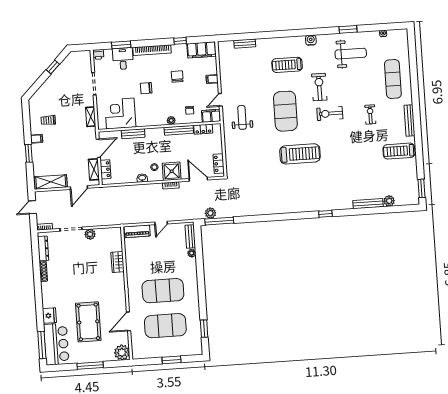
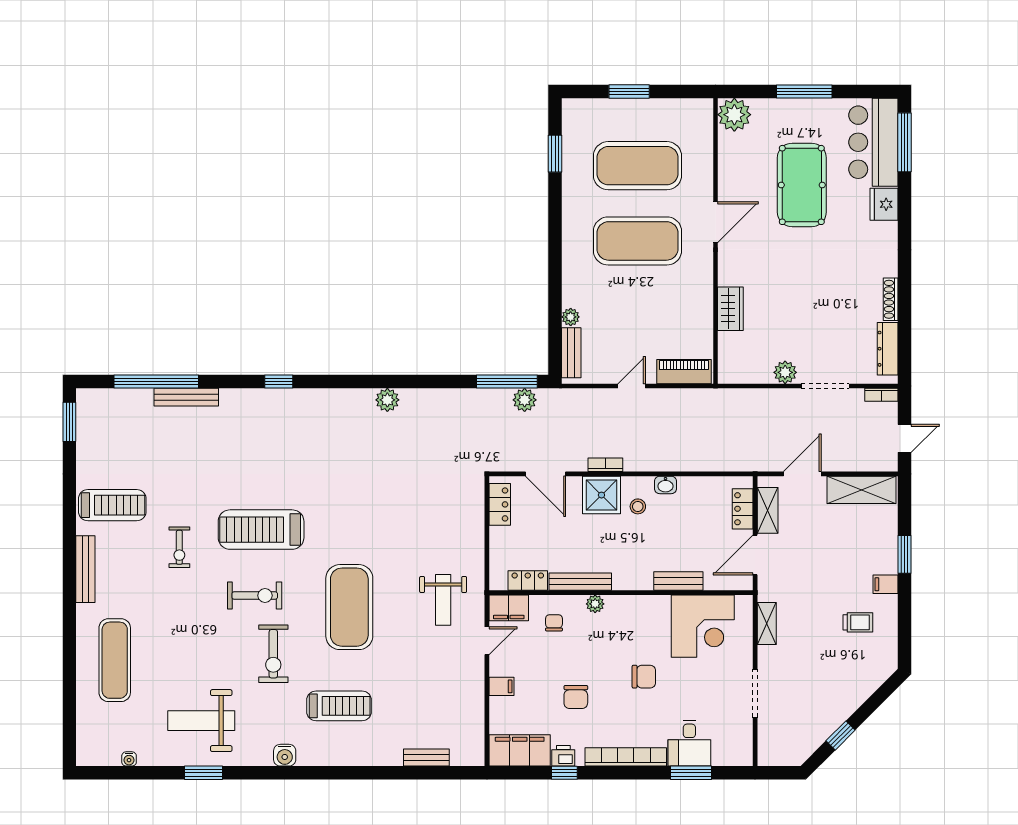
printer: (98, 54) -> (563, 756), moved
exercise bike: (370, 114) -> (179, 547), moved
treadmill: (300, 154) -> (261, 530), moved
plant: (389, 201) -> (387, 400), moved
window: (382, 210) -> (156, 382), added
door: (129, 321) -> (715, 222), moved

